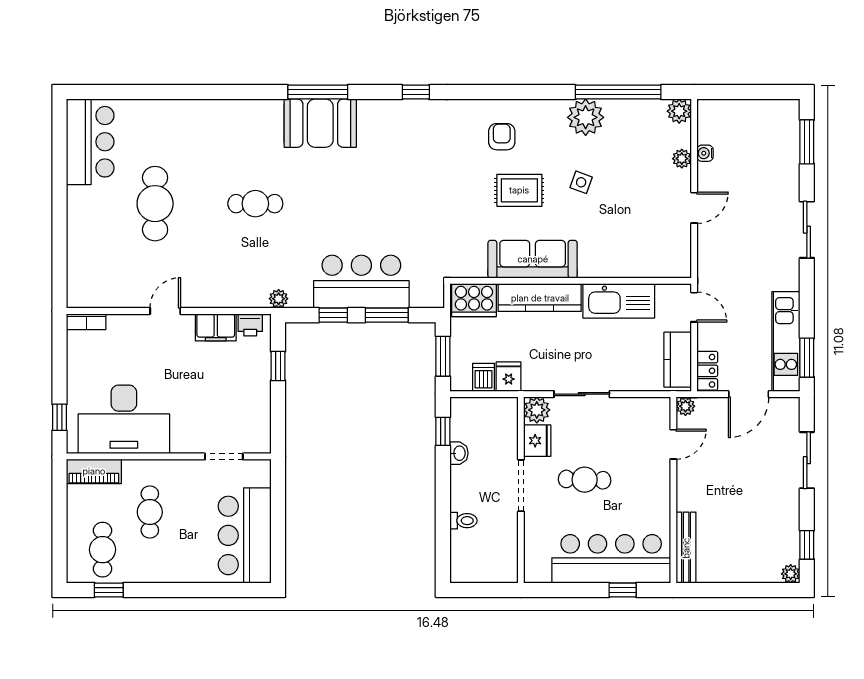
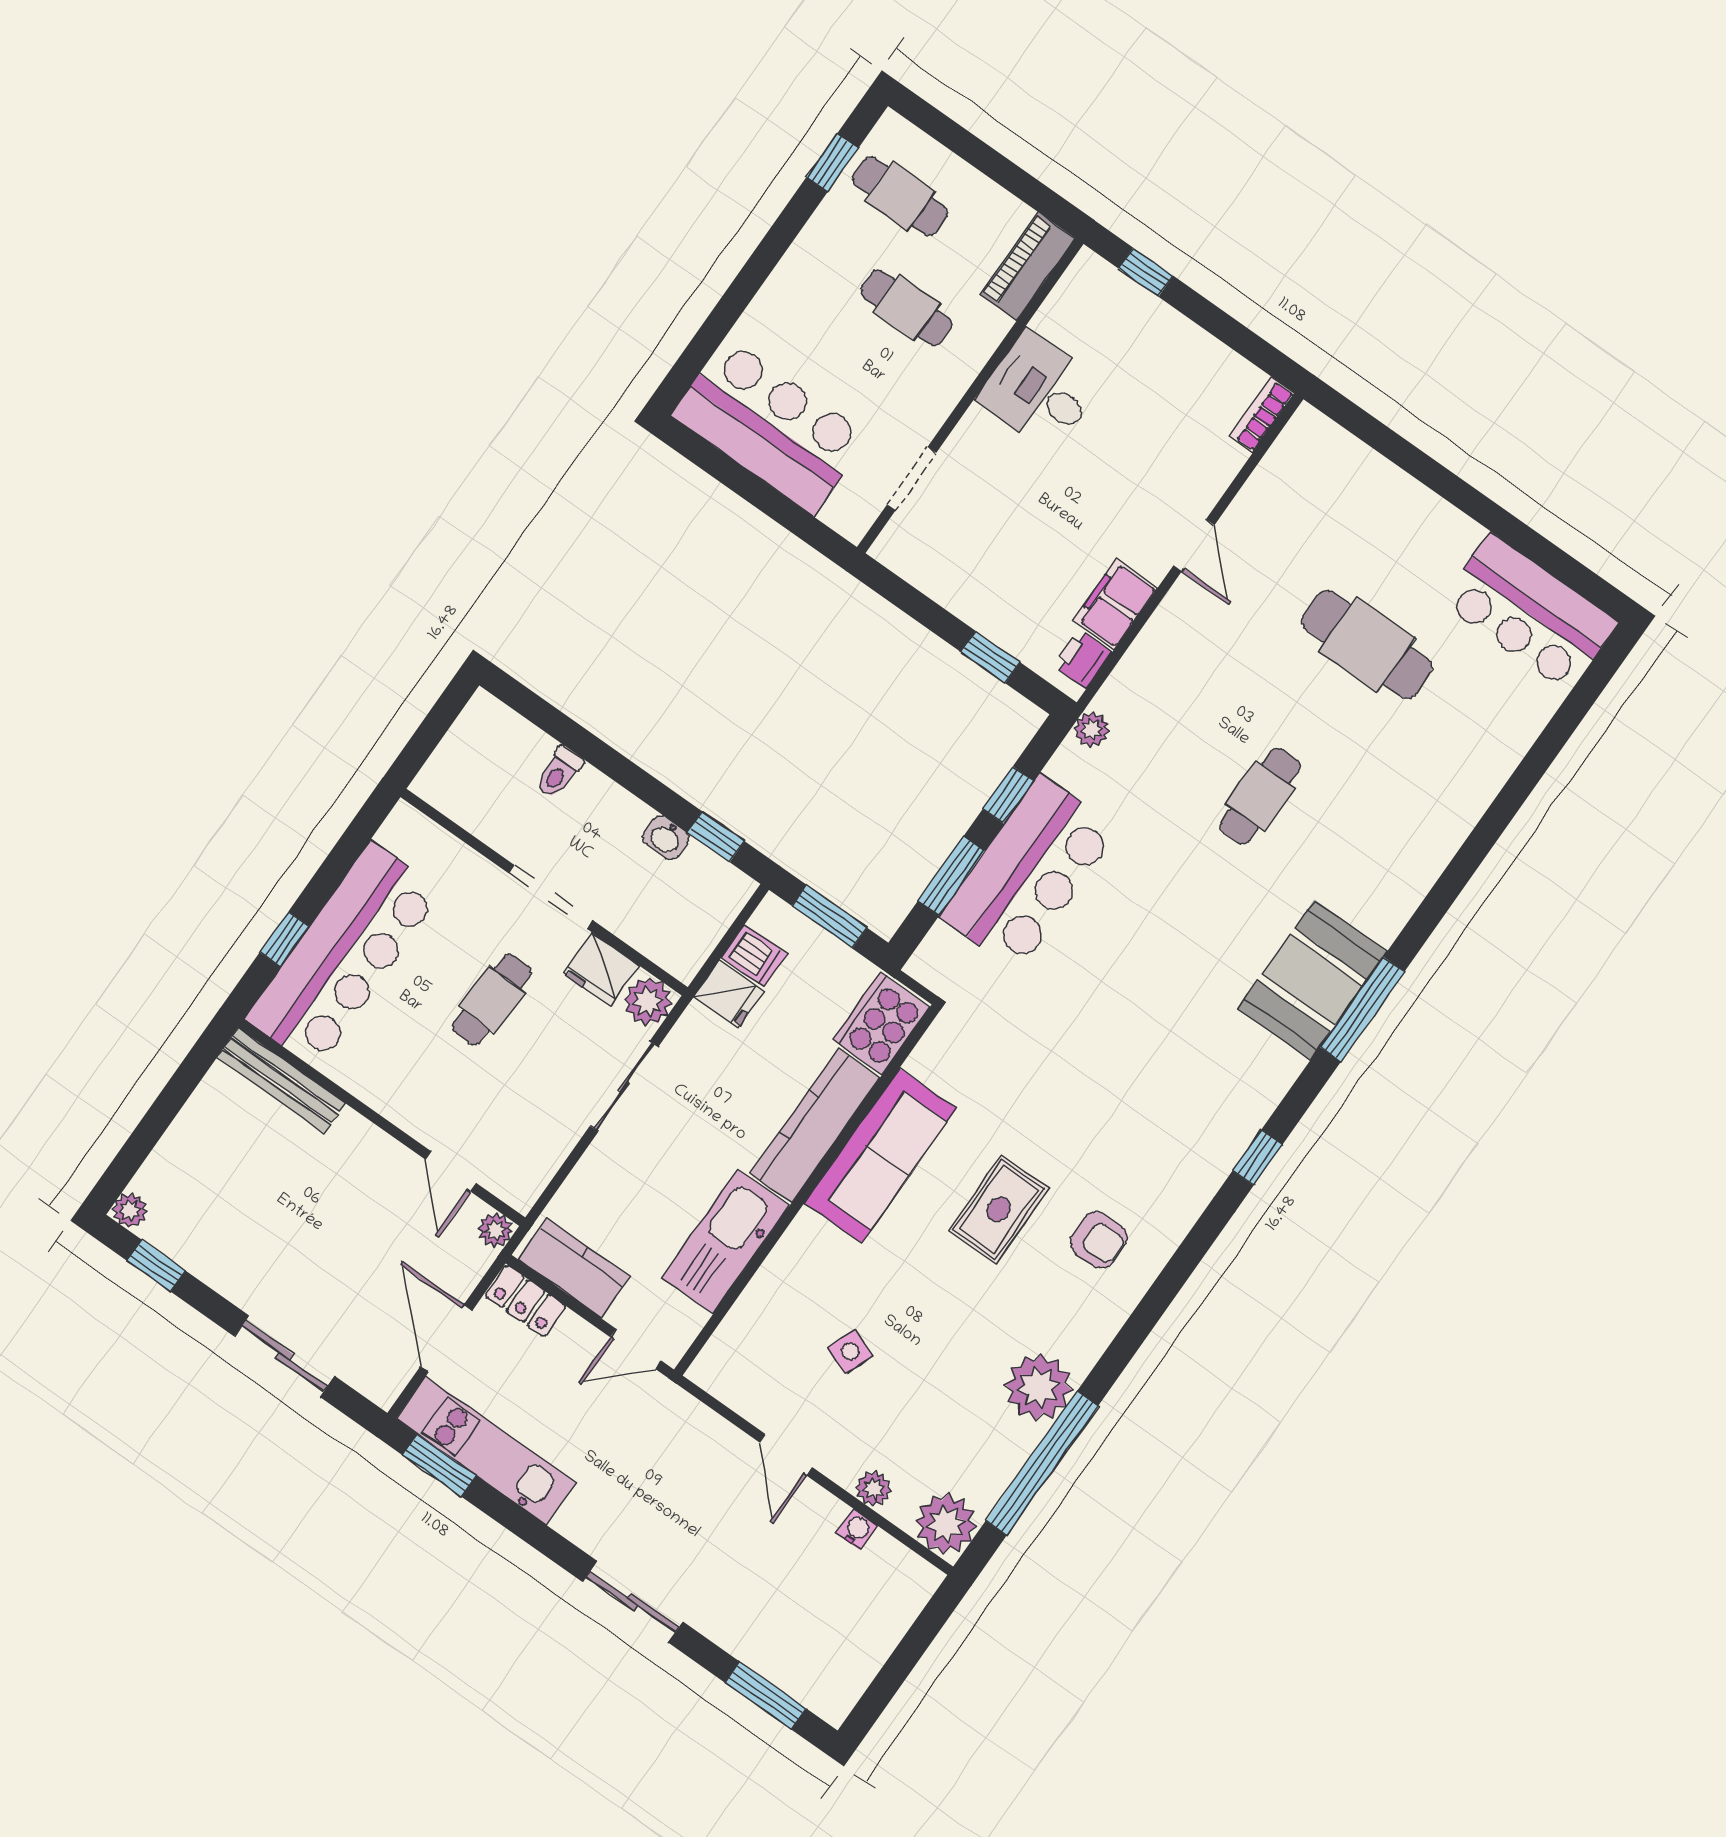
plant: (679, 111) -> (946, 1524), width x1.36, depth x1.36
side table: (581, 182) -> (850, 1352), moved
desk: (124, 419) -> (1039, 391), width x0.53, depth x0.77

